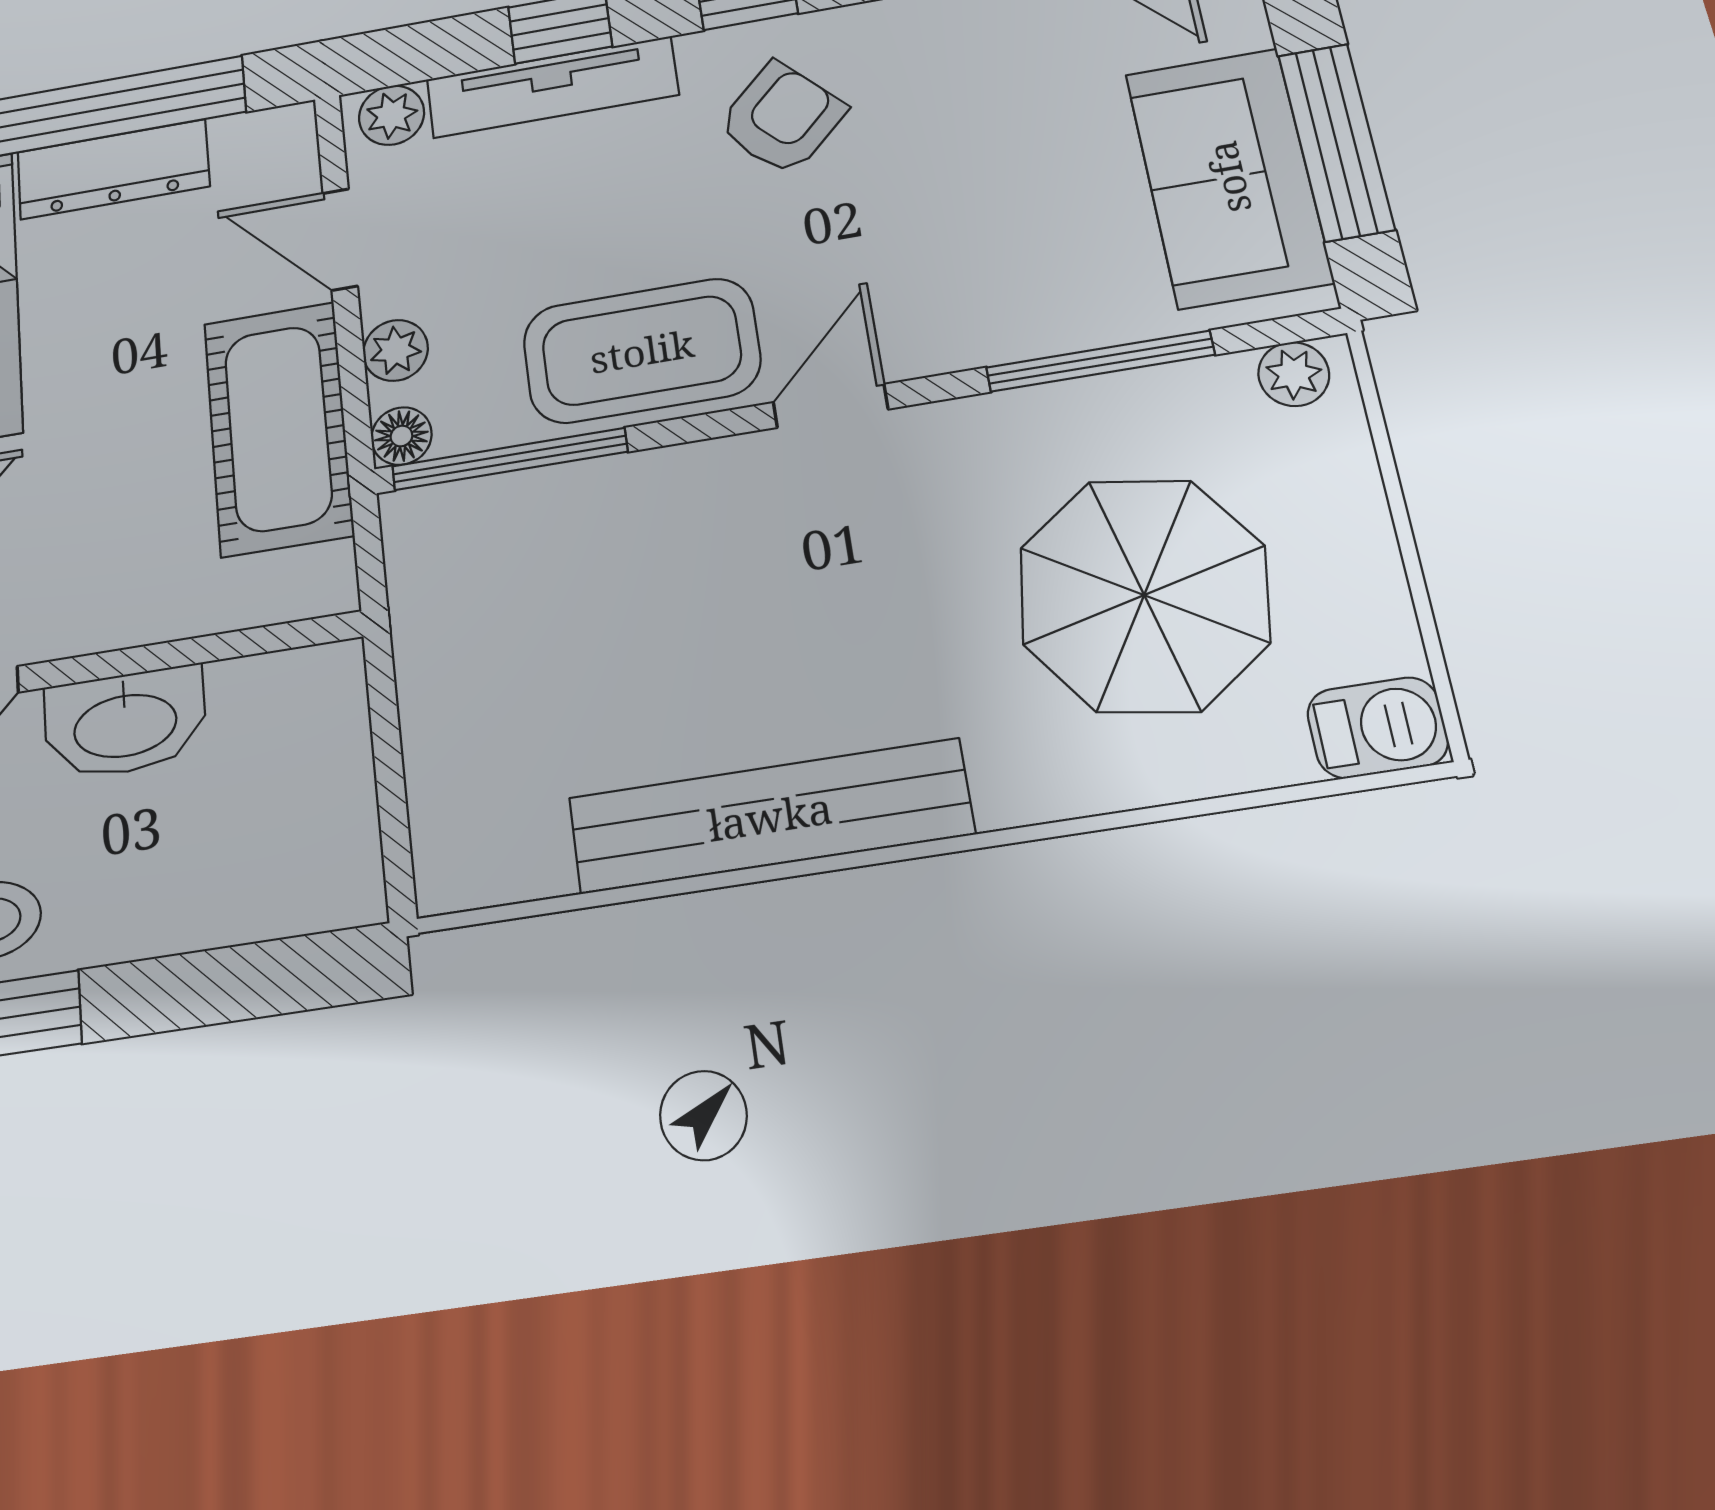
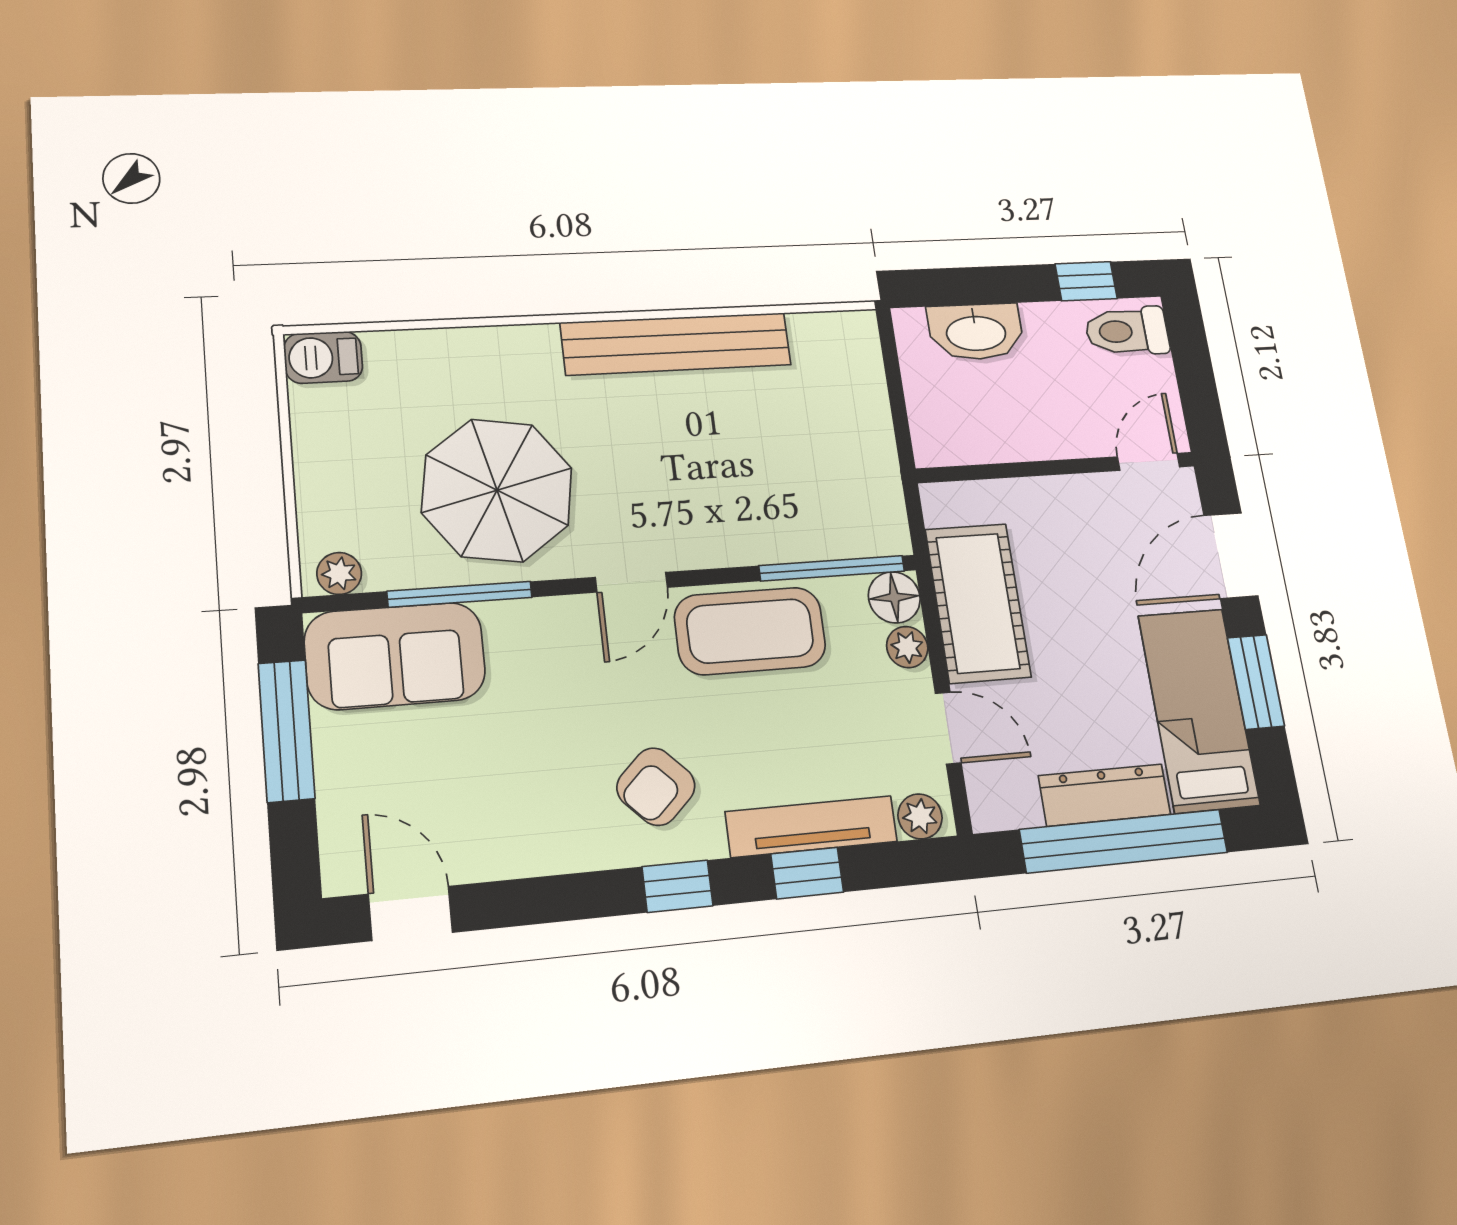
sofa: (1228, 177) -> (395, 656), moved, turned 90
floor lamp: (401, 436) -> (894, 597), width x1.37, depth x1.37
parasol: (1144, 595) -> (497, 490), moved
washbasin: (125, 723) -> (976, 332), moved, turned 180

